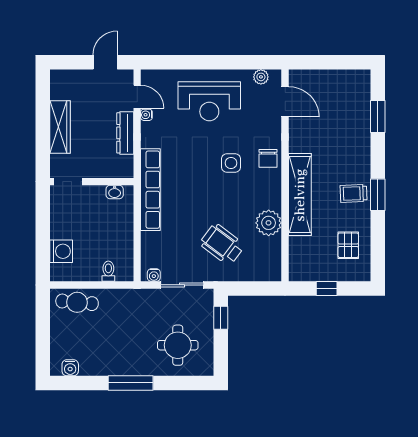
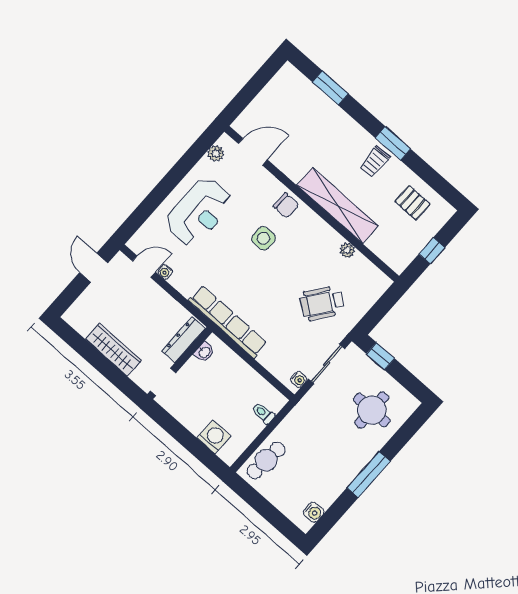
dresser: (125, 133) -> (183, 340), moved, turned 90
plant: (269, 223) -> (347, 250), width x0.53, depth x0.53

